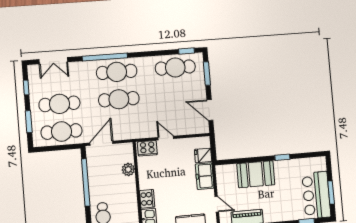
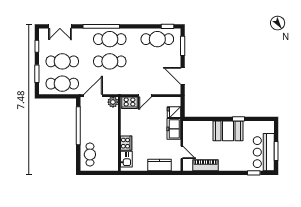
door: (166, 138) -> (145, 96), swing flipped
plant: (128, 170) -> (113, 102), moved
booth: (256, 174) -> (228, 131), moved

